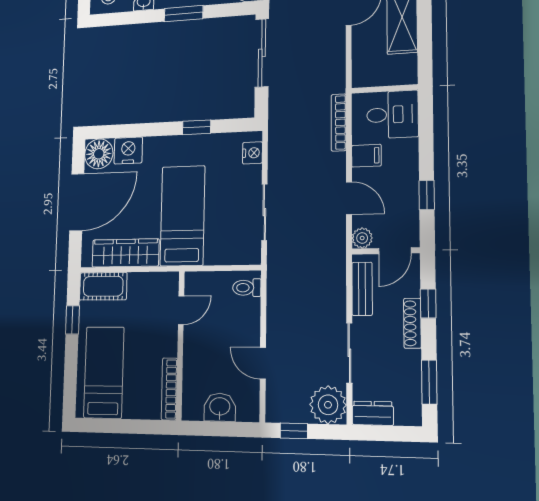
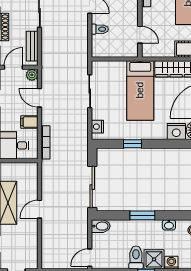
toilet: (247, 288) -> (100, 29), moved
door: (181, 310) -> (140, 35), swing flipped

